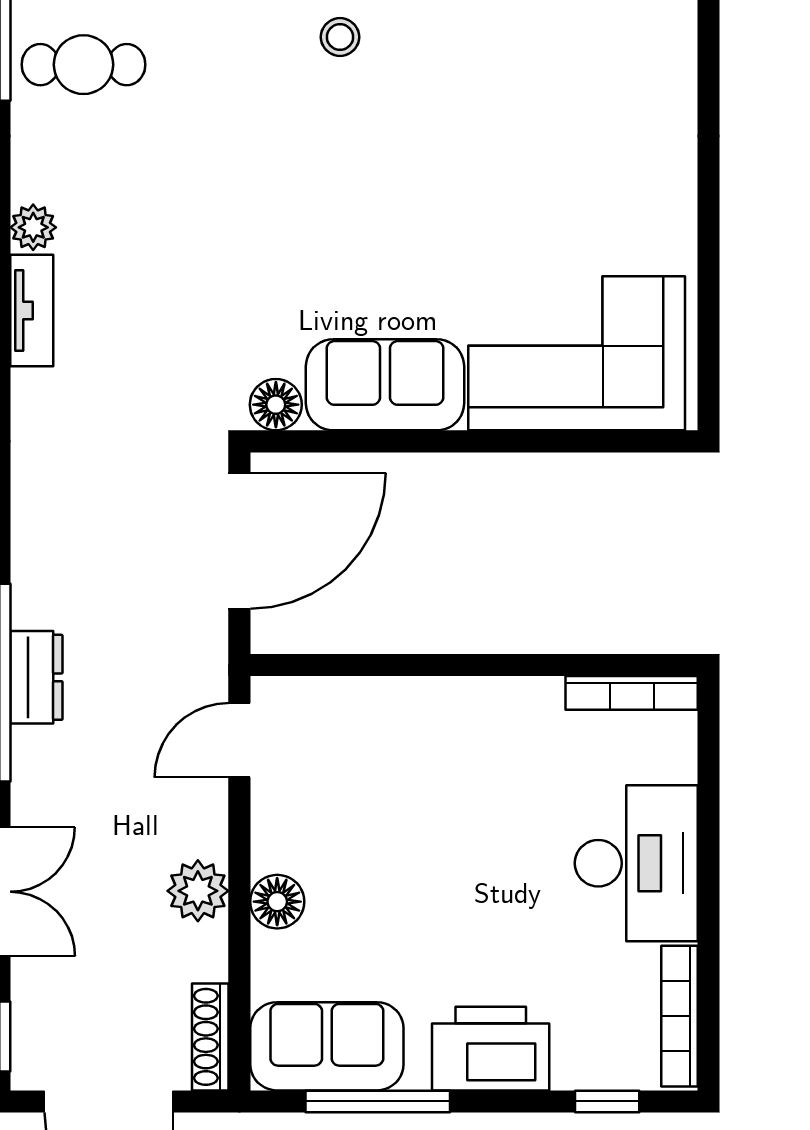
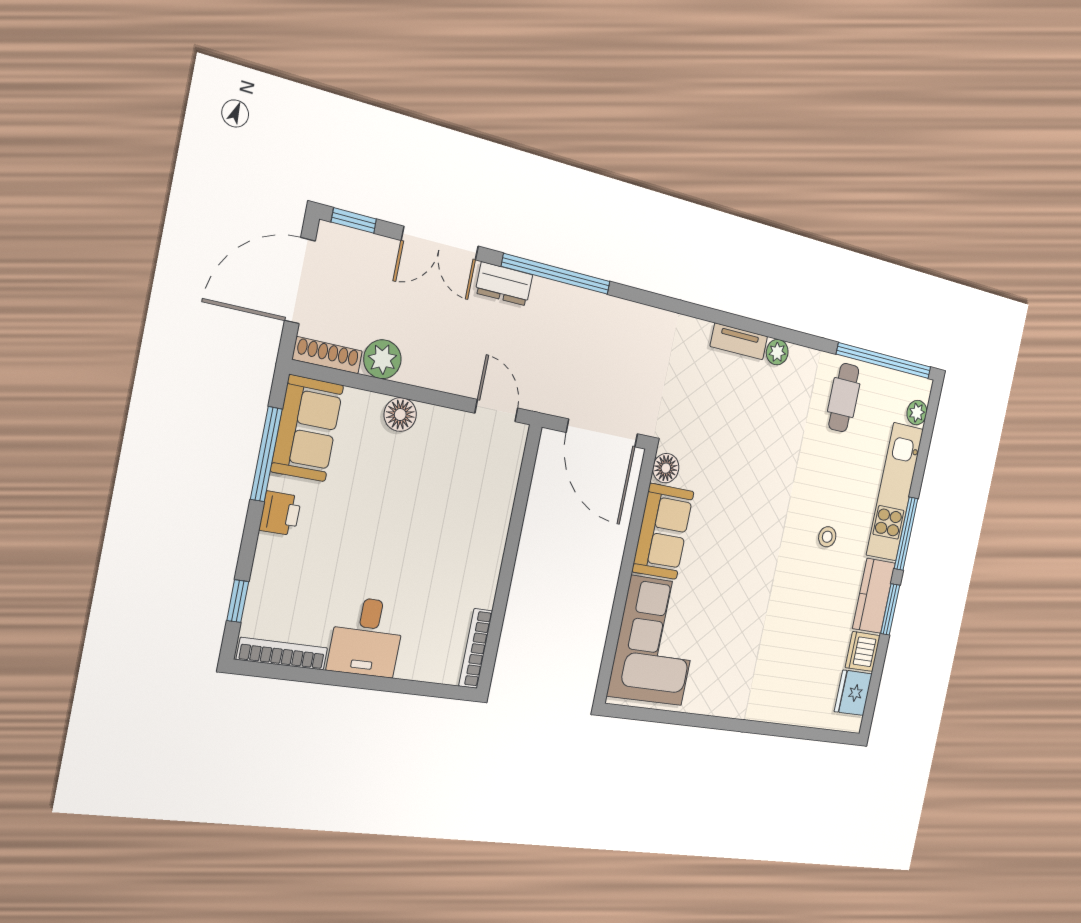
dresser: (36, 677) -> (504, 284), moved
desk: (636, 863) -> (367, 637), width x0.73
plant: (198, 891) -> (382, 359), moved
printer: (491, 1049) -> (280, 513), width x0.53, depth x0.68

